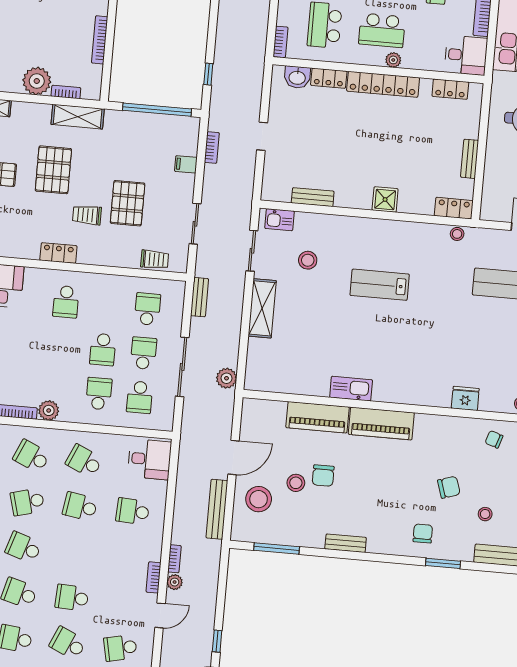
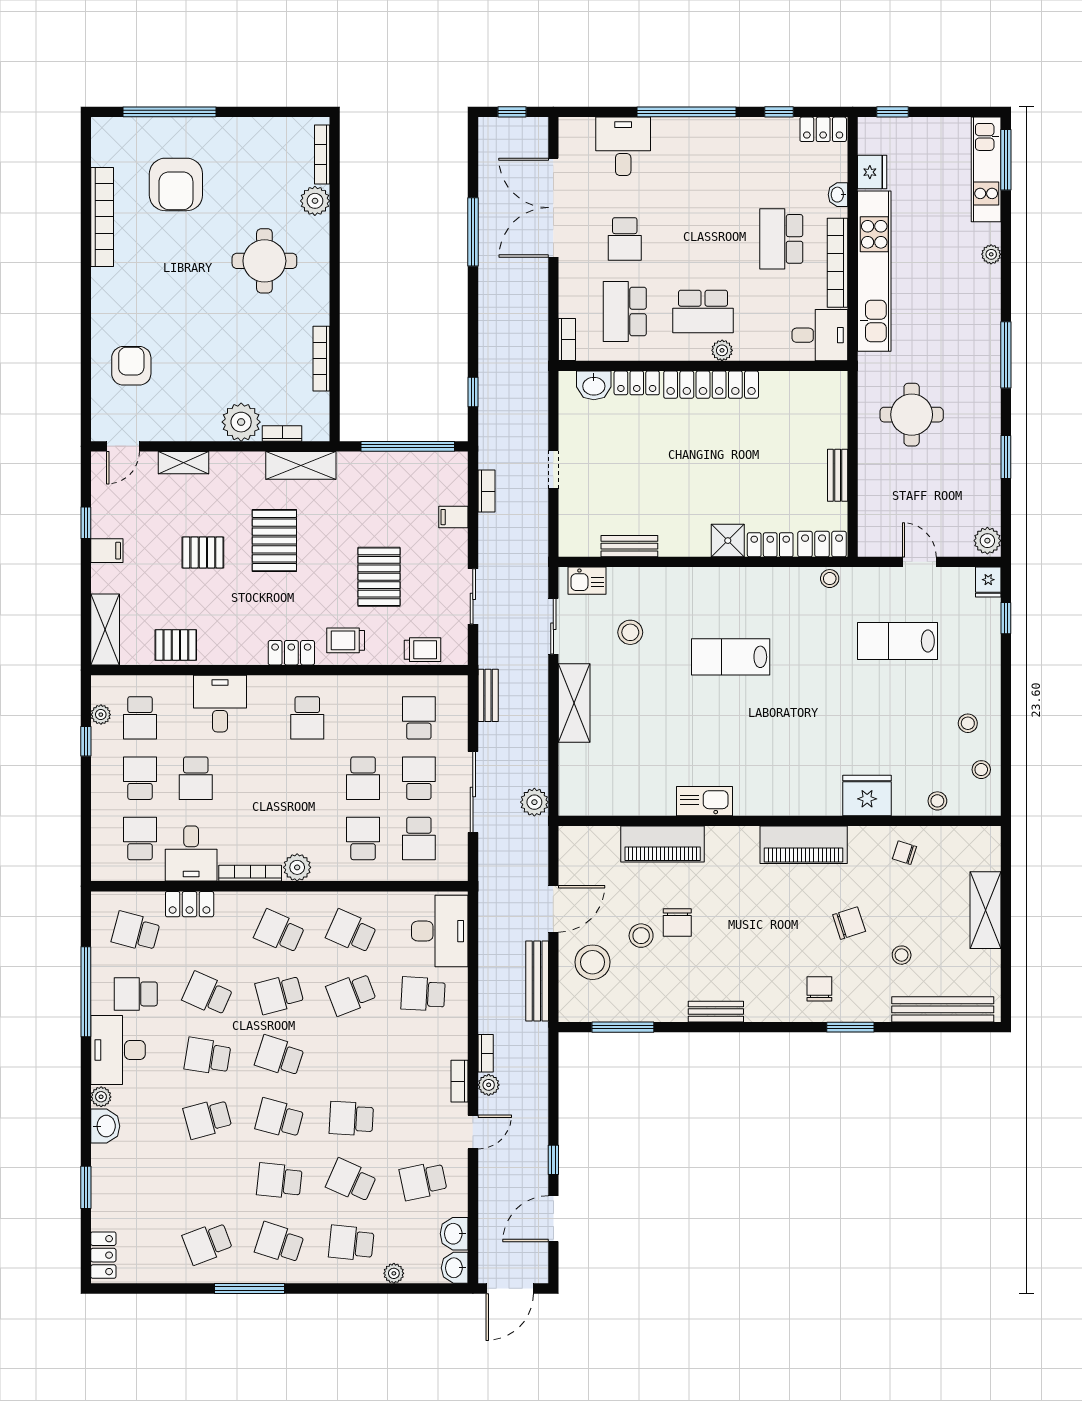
locker: (450, 89) -> (770, 545), moved, turned 180
trolley: (87, 215) -> (346, 640), moved
fridge: (465, 398) -> (867, 795), width x1.36, depth x1.34
piano: (381, 423) -> (804, 845), moved
desk: (149, 459) -> (440, 931), width x1.37
school desk: (80, 507) -> (351, 994), turned -30

